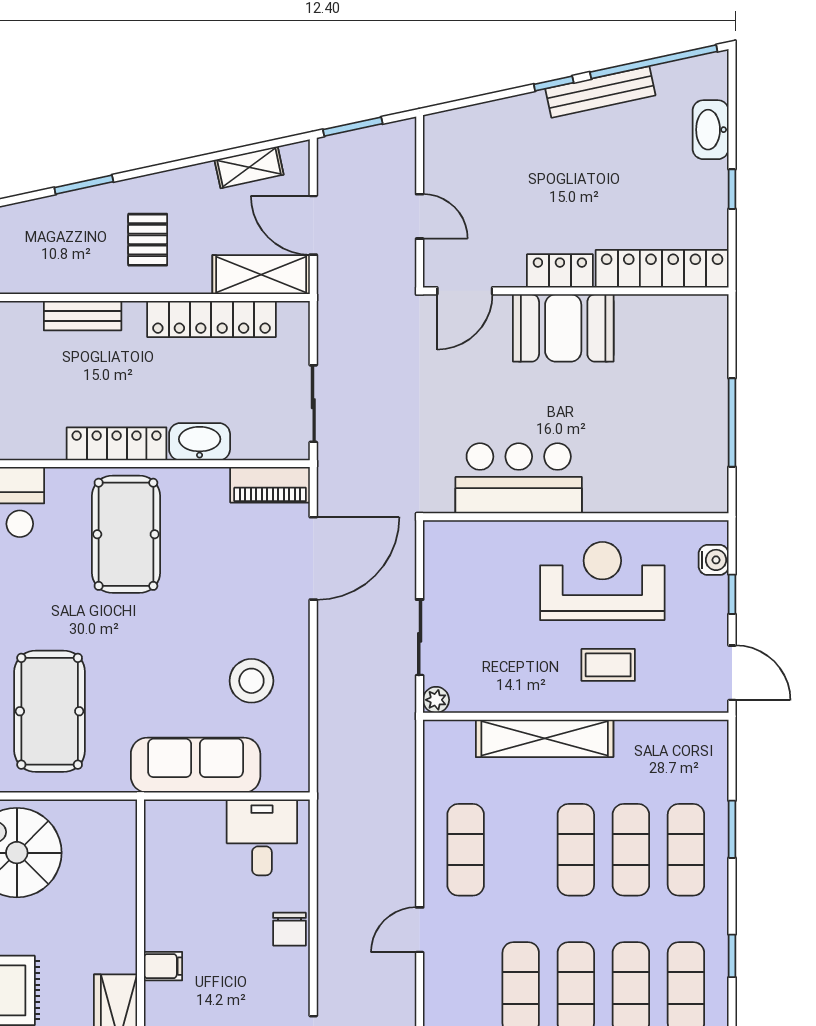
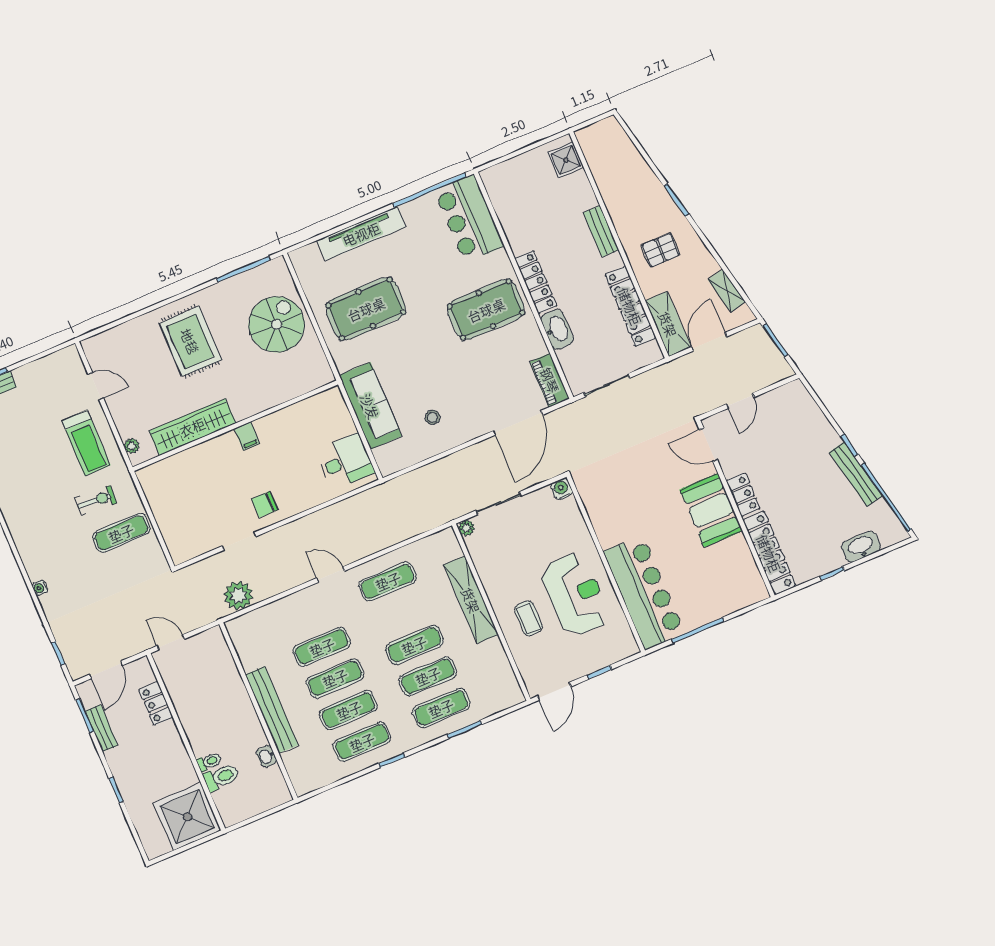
bar counter: (519, 478) -> (644, 592), moved, width x1.36
door: (313, 558) -> (518, 423), hinge flipped
water cooler: (714, 560) -> (562, 489), moved, turned 180
stool: (251, 681) -> (432, 417), width x0.53, depth x0.53
chair: (289, 929) -> (264, 504), moved

